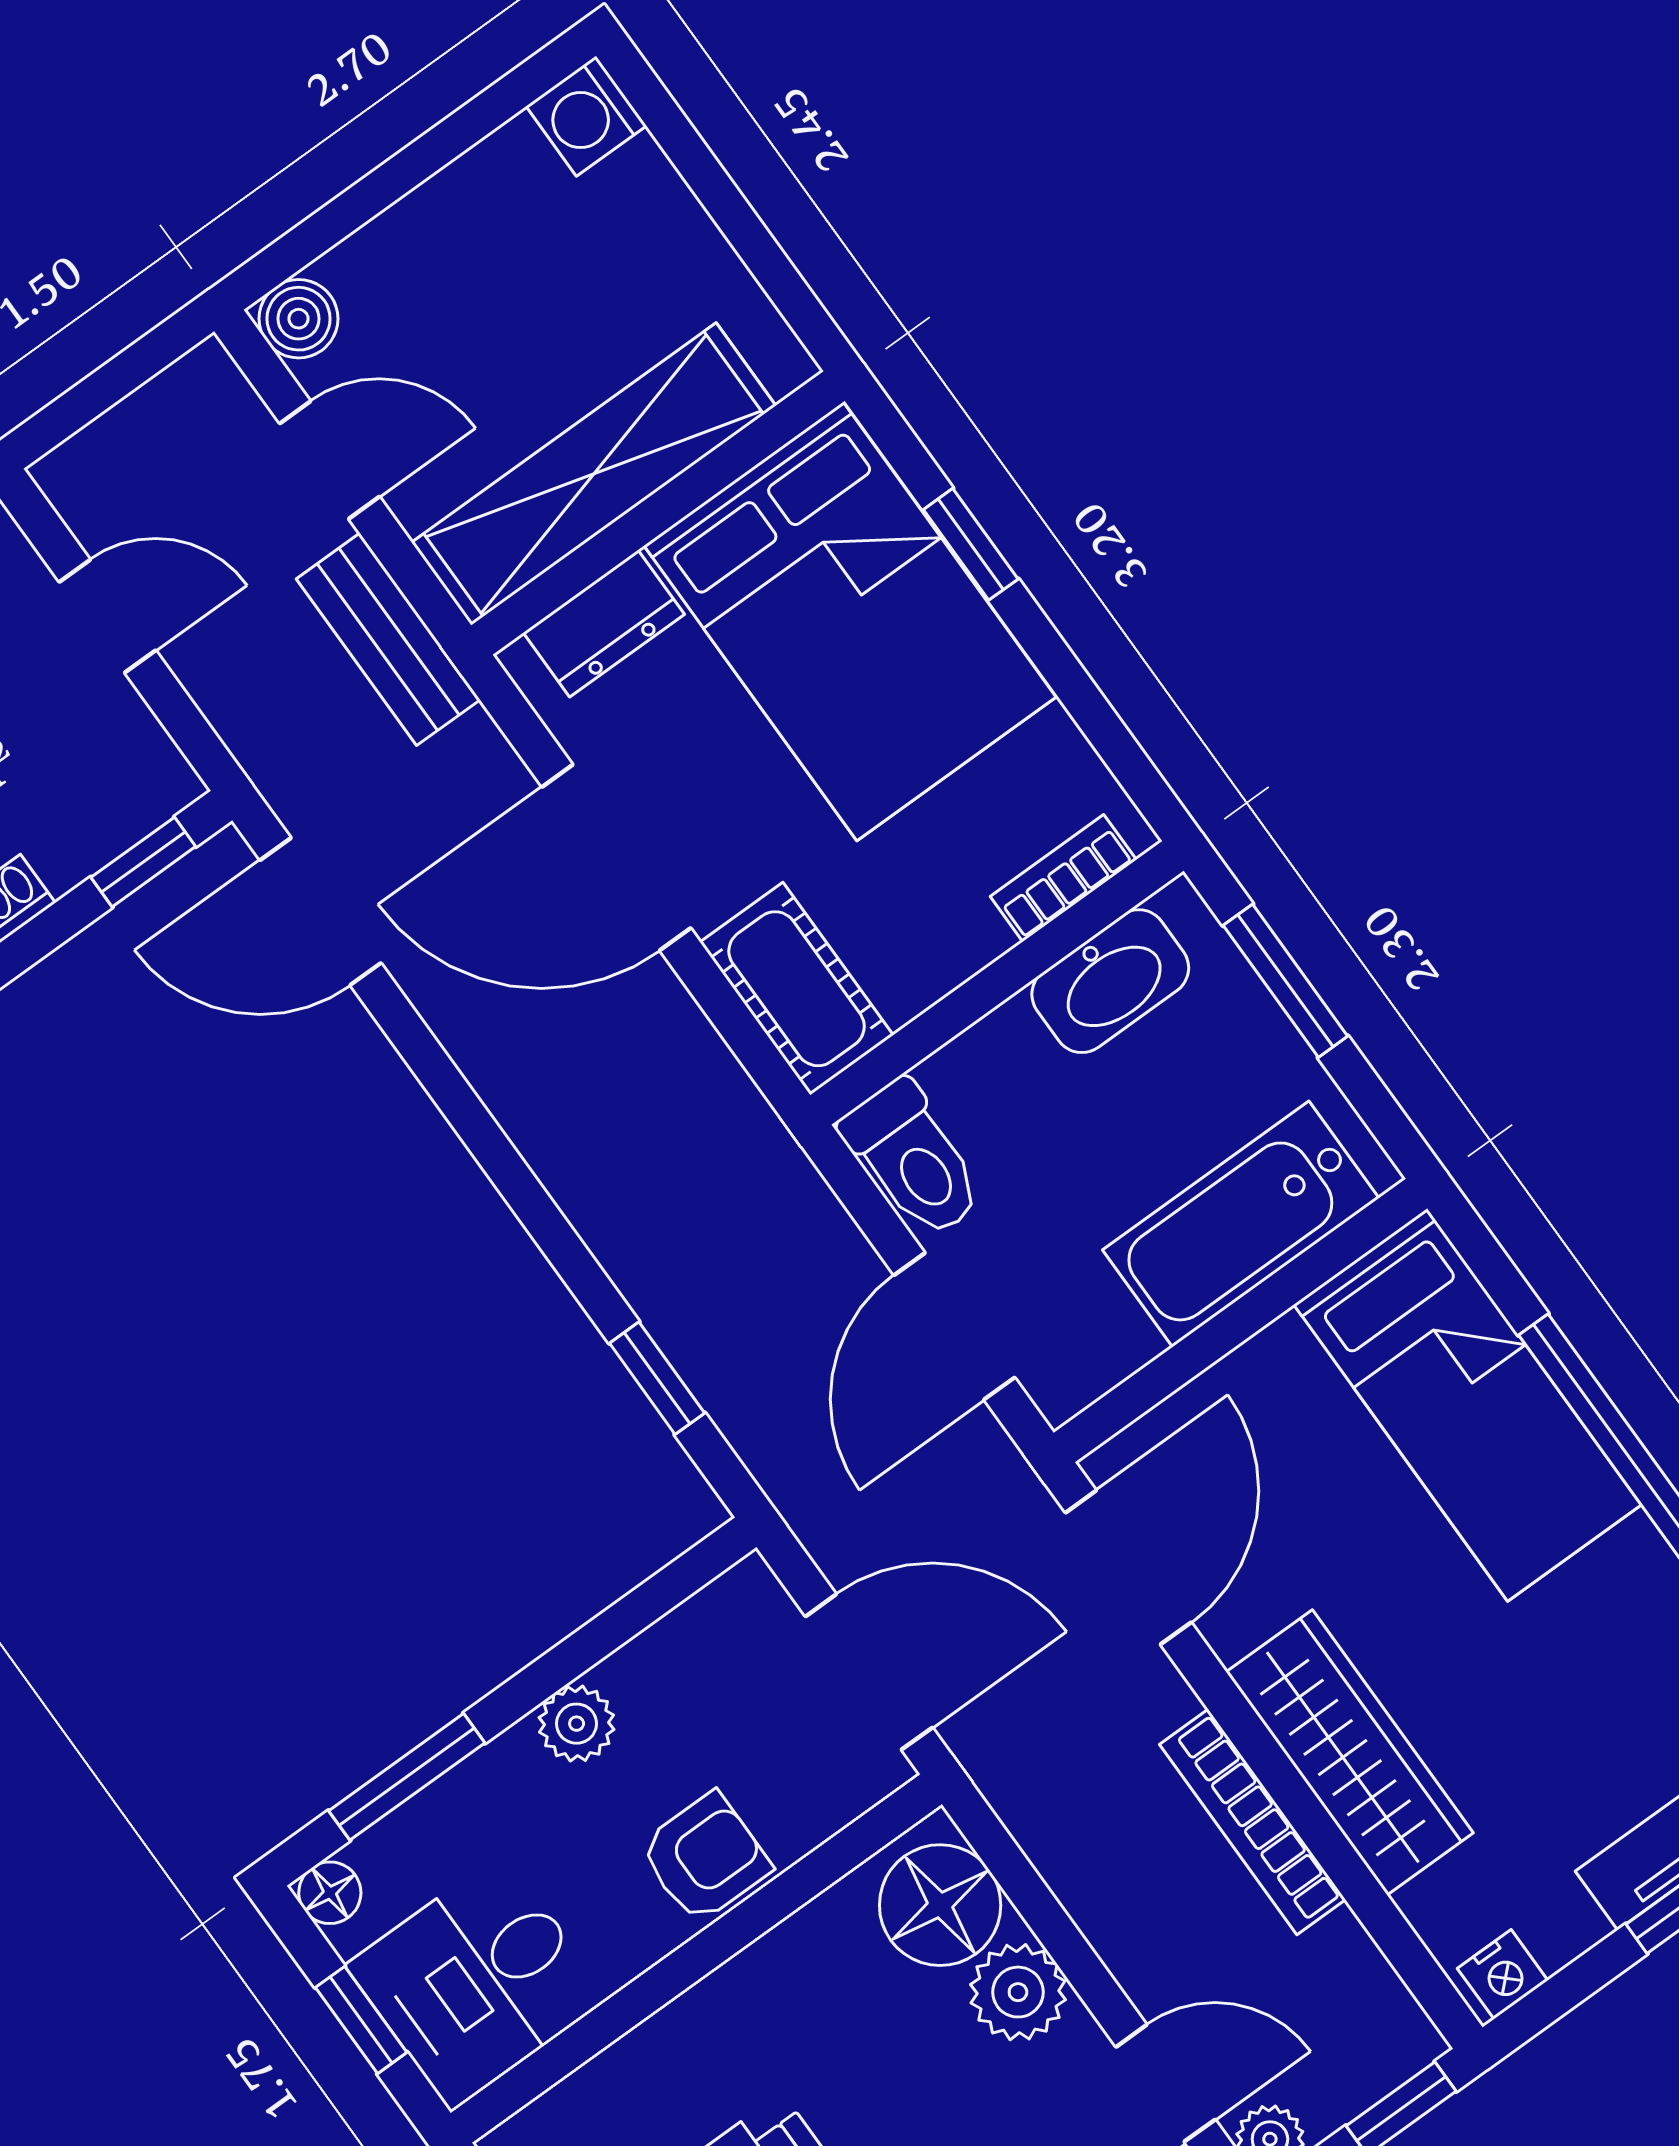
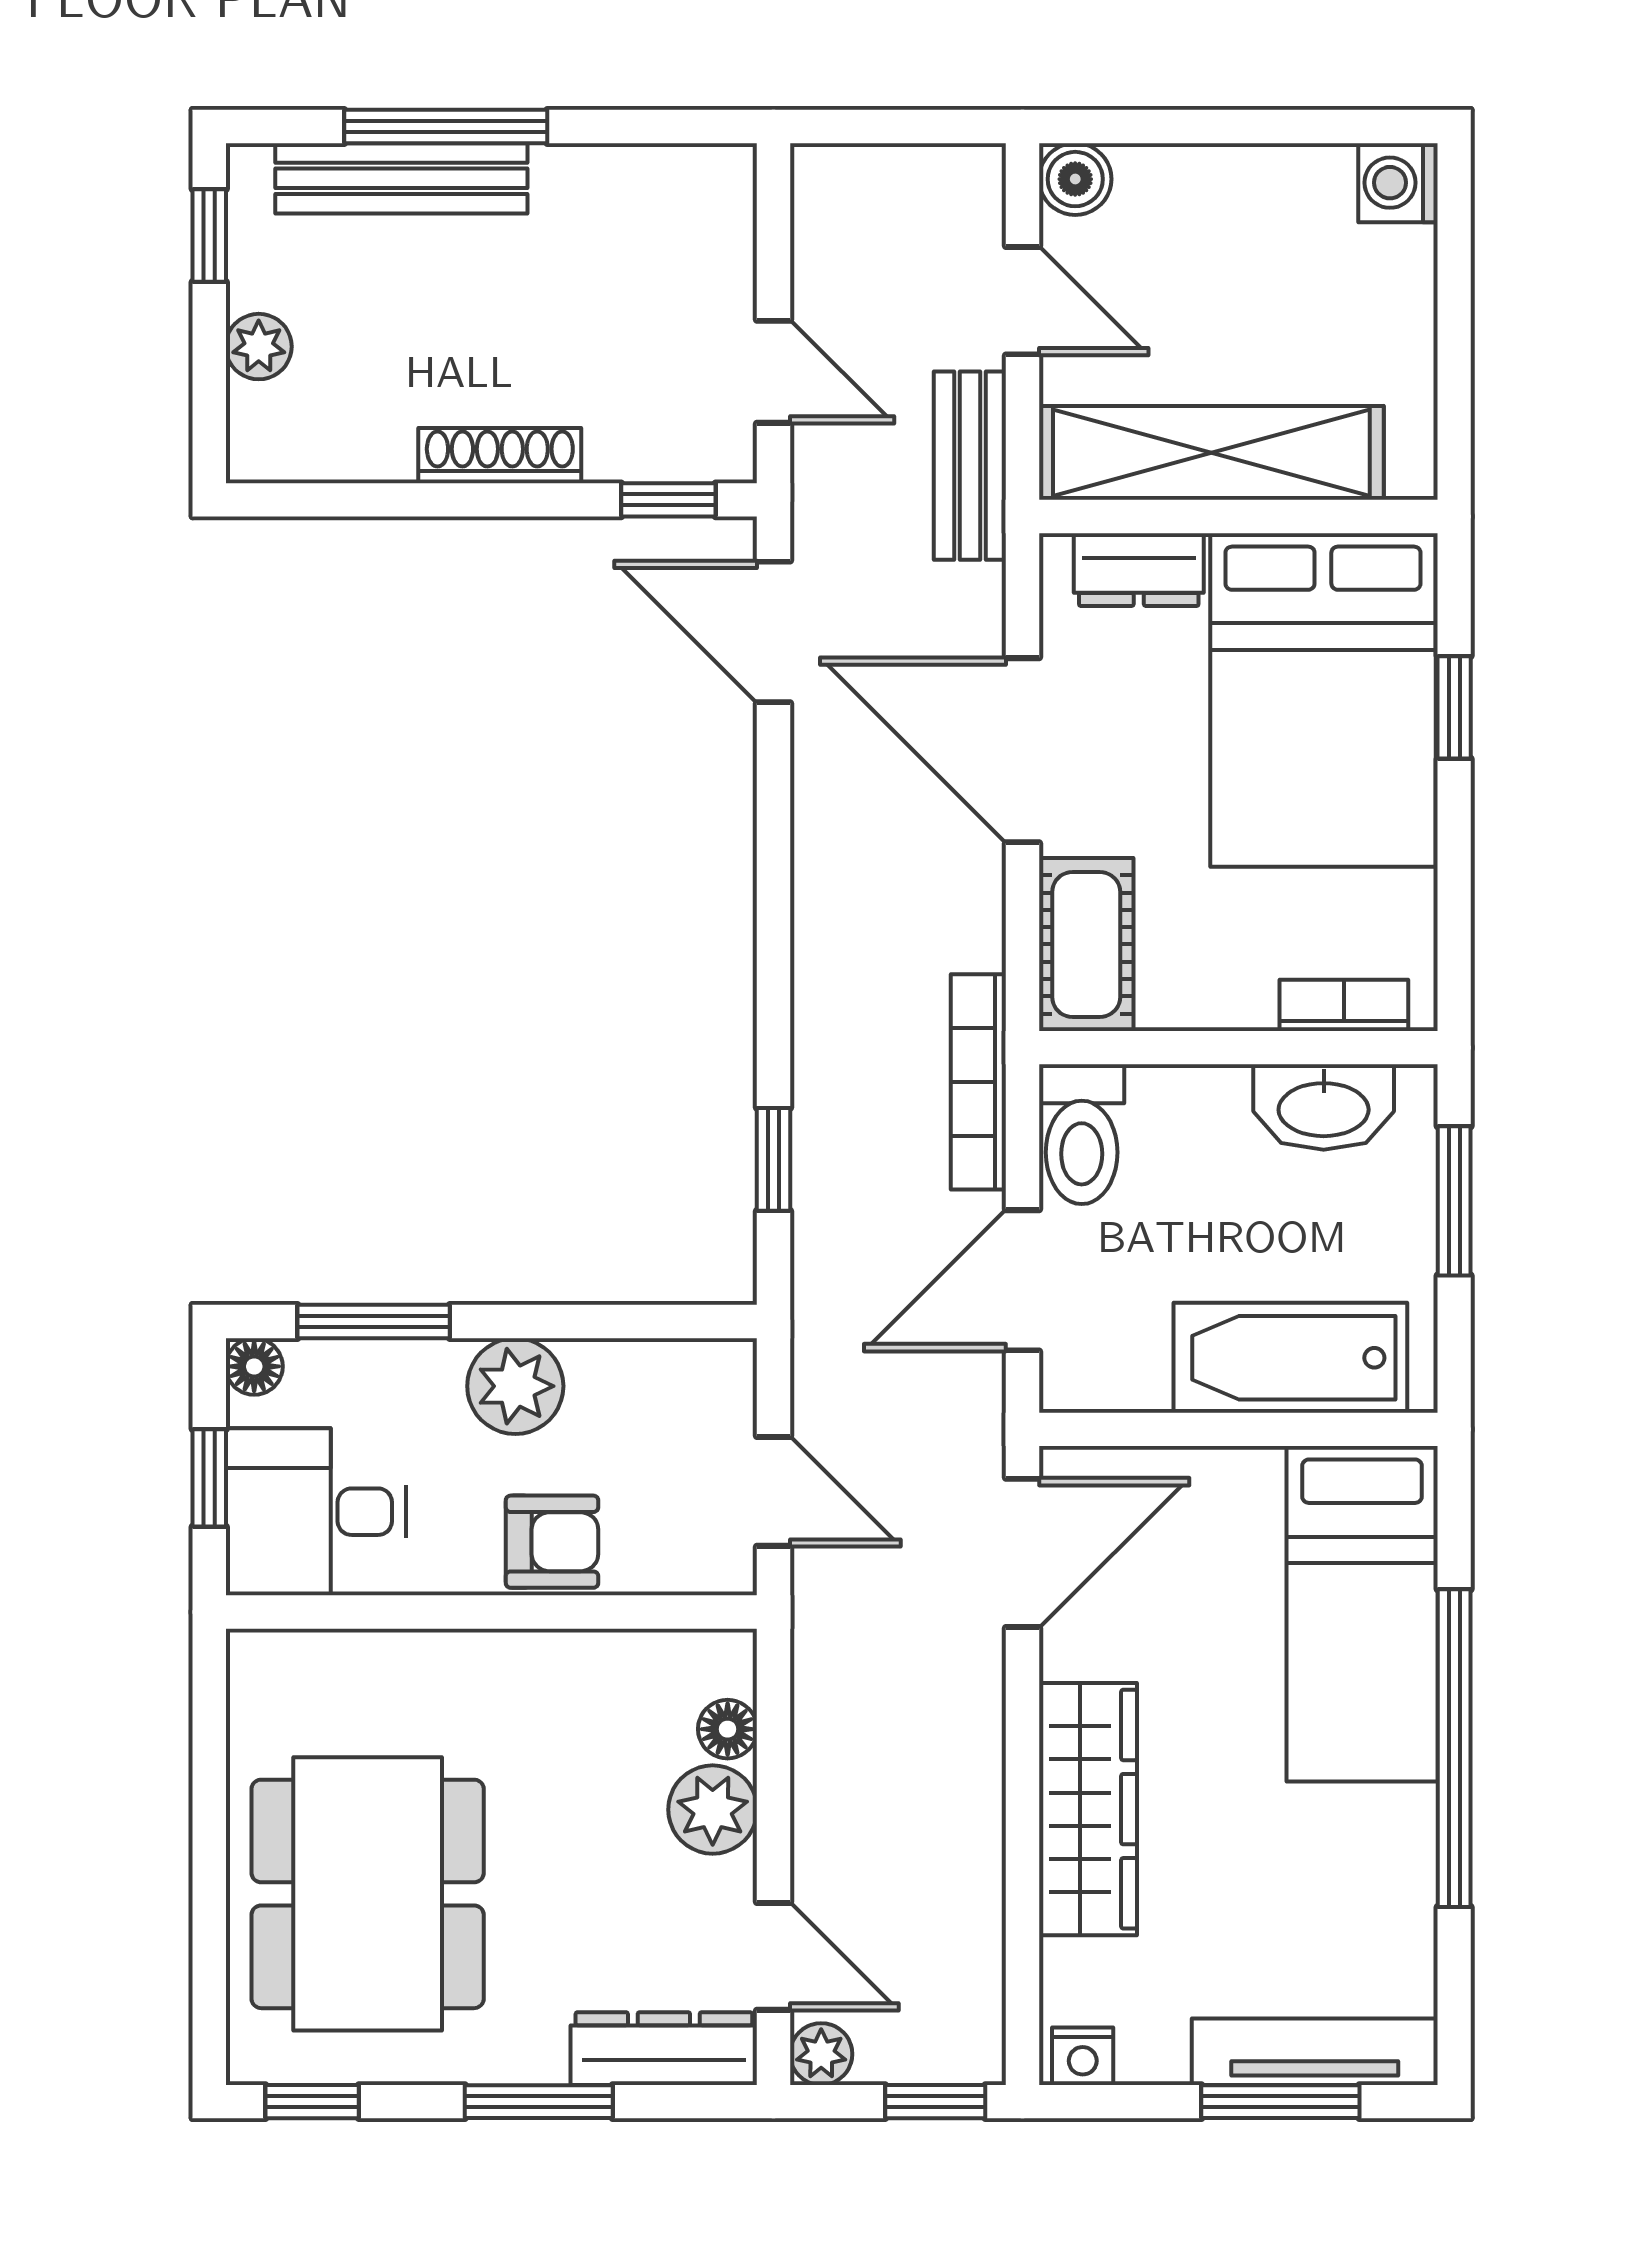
door: (107, 616) -> (774, 372), moved
door: (869, 1672) -> (774, 1491), width x0.73
plant: (577, 1724) -> (515, 1386), width x1.38, depth x1.38
bookcase: (1253, 1822) -> (978, 1082), moved
floor lamp: (940, 1905) -> (728, 1729), width x0.53, depth x0.53

